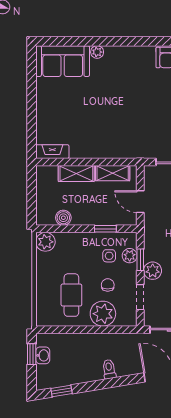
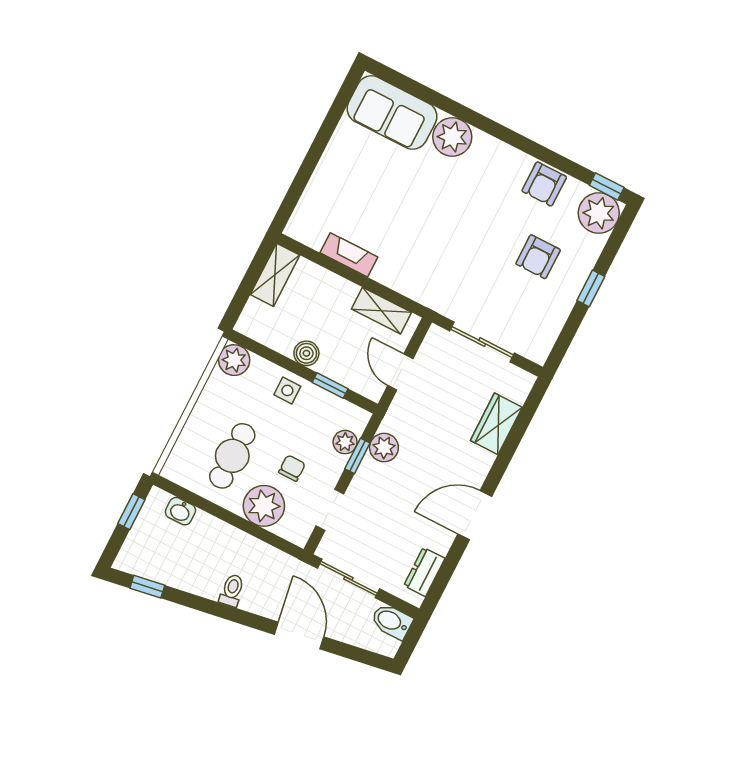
plant: (97, 52) -> (452, 137), width x1.87, depth x1.87
fireplace: (52, 152) -> (349, 255), moved
shelving: (76, 174) -> (275, 275), moved, turned 90
boiler: (63, 218) -> (306, 353), moved
side table: (109, 256) -> (287, 390), moved
plant: (153, 271) -> (384, 448), moved
washbasin: (43, 355) -> (180, 511), moved, turned 90

